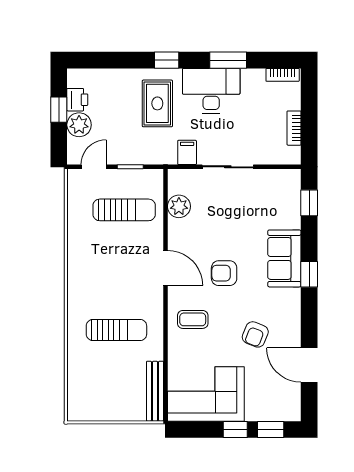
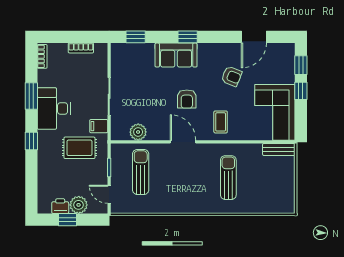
rug: (157, 103) -> (79, 148), moved
door: (165, 268) -> (183, 142), hinge flipped
bench: (155, 391) -> (279, 149), width x0.73

